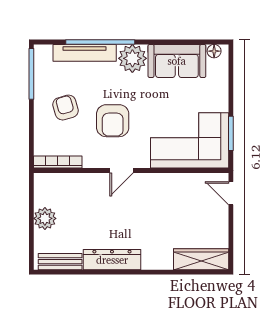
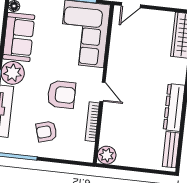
bookcase: (58, 162) -> (92, 122), moved
plant: (45, 218) -> (107, 155), moved

